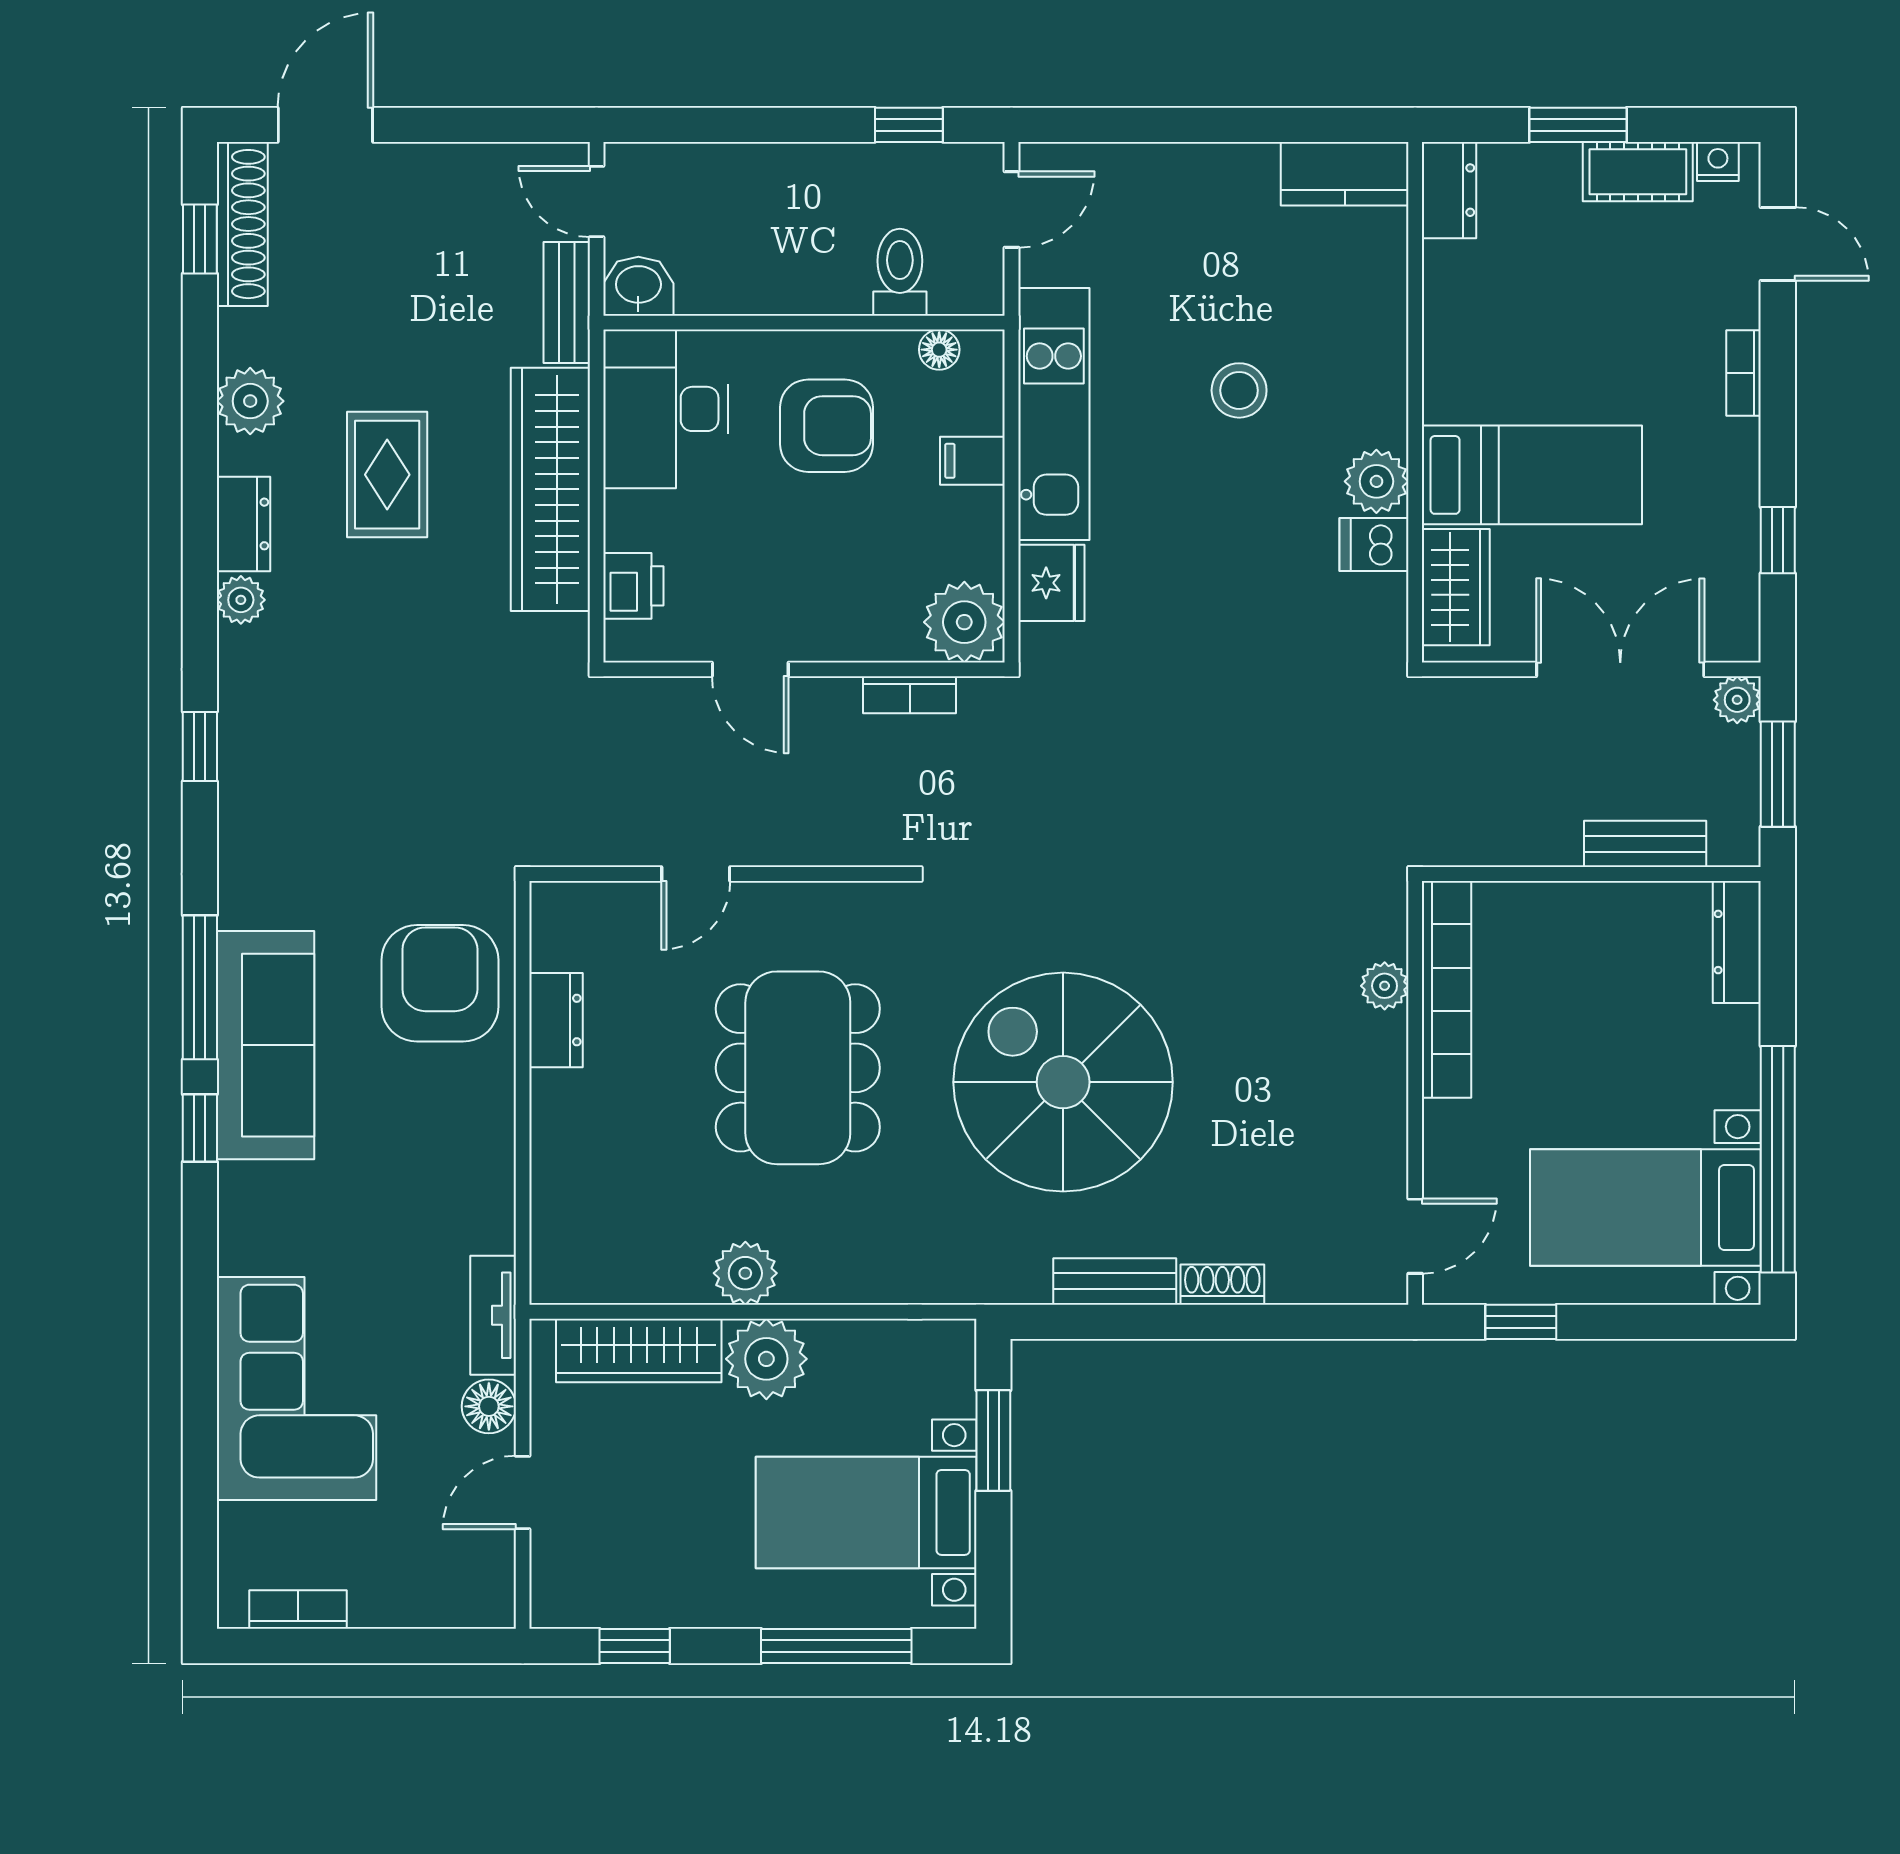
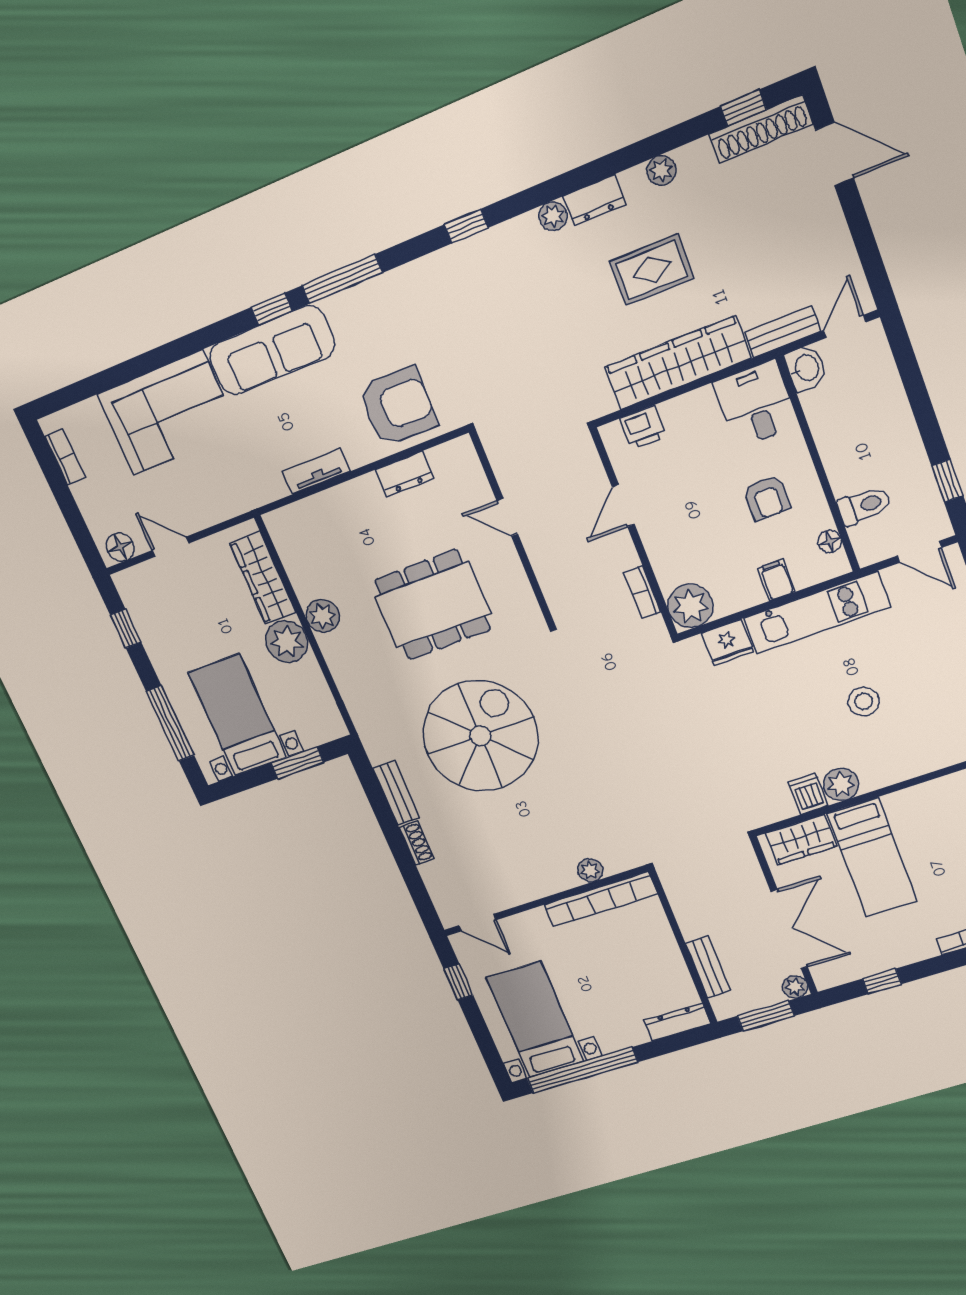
plant: (250, 401) -> (661, 171), width x0.73, depth x0.73
desk: (666, 409) -> (756, 404), width x0.73
armchair: (826, 426) -> (767, 497), width x0.72, depth x0.72
sofa: (265, 1045) -> (272, 350), moved
tv unit: (493, 1315) -> (316, 471), moved
floor lamp: (489, 1406) -> (120, 547), moved

